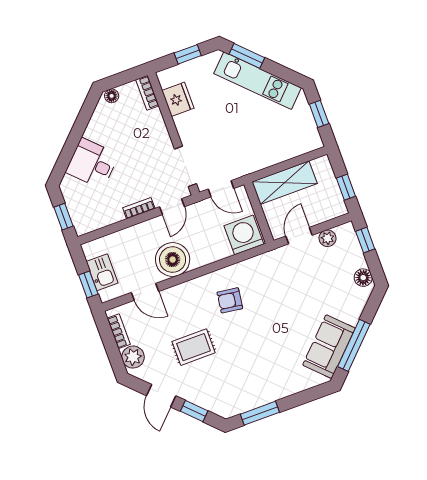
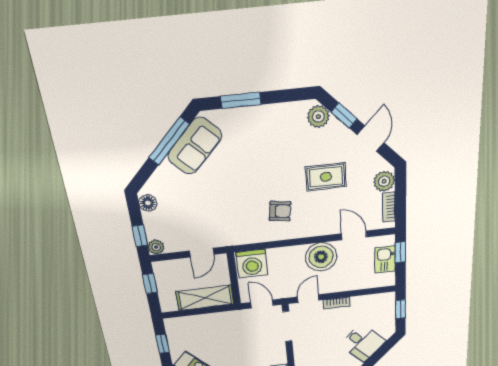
plant: (327, 238) -> (156, 247), moved
plant: (219, 404) -> (318, 116), added
window: (260, 413) -> (241, 100), moved

